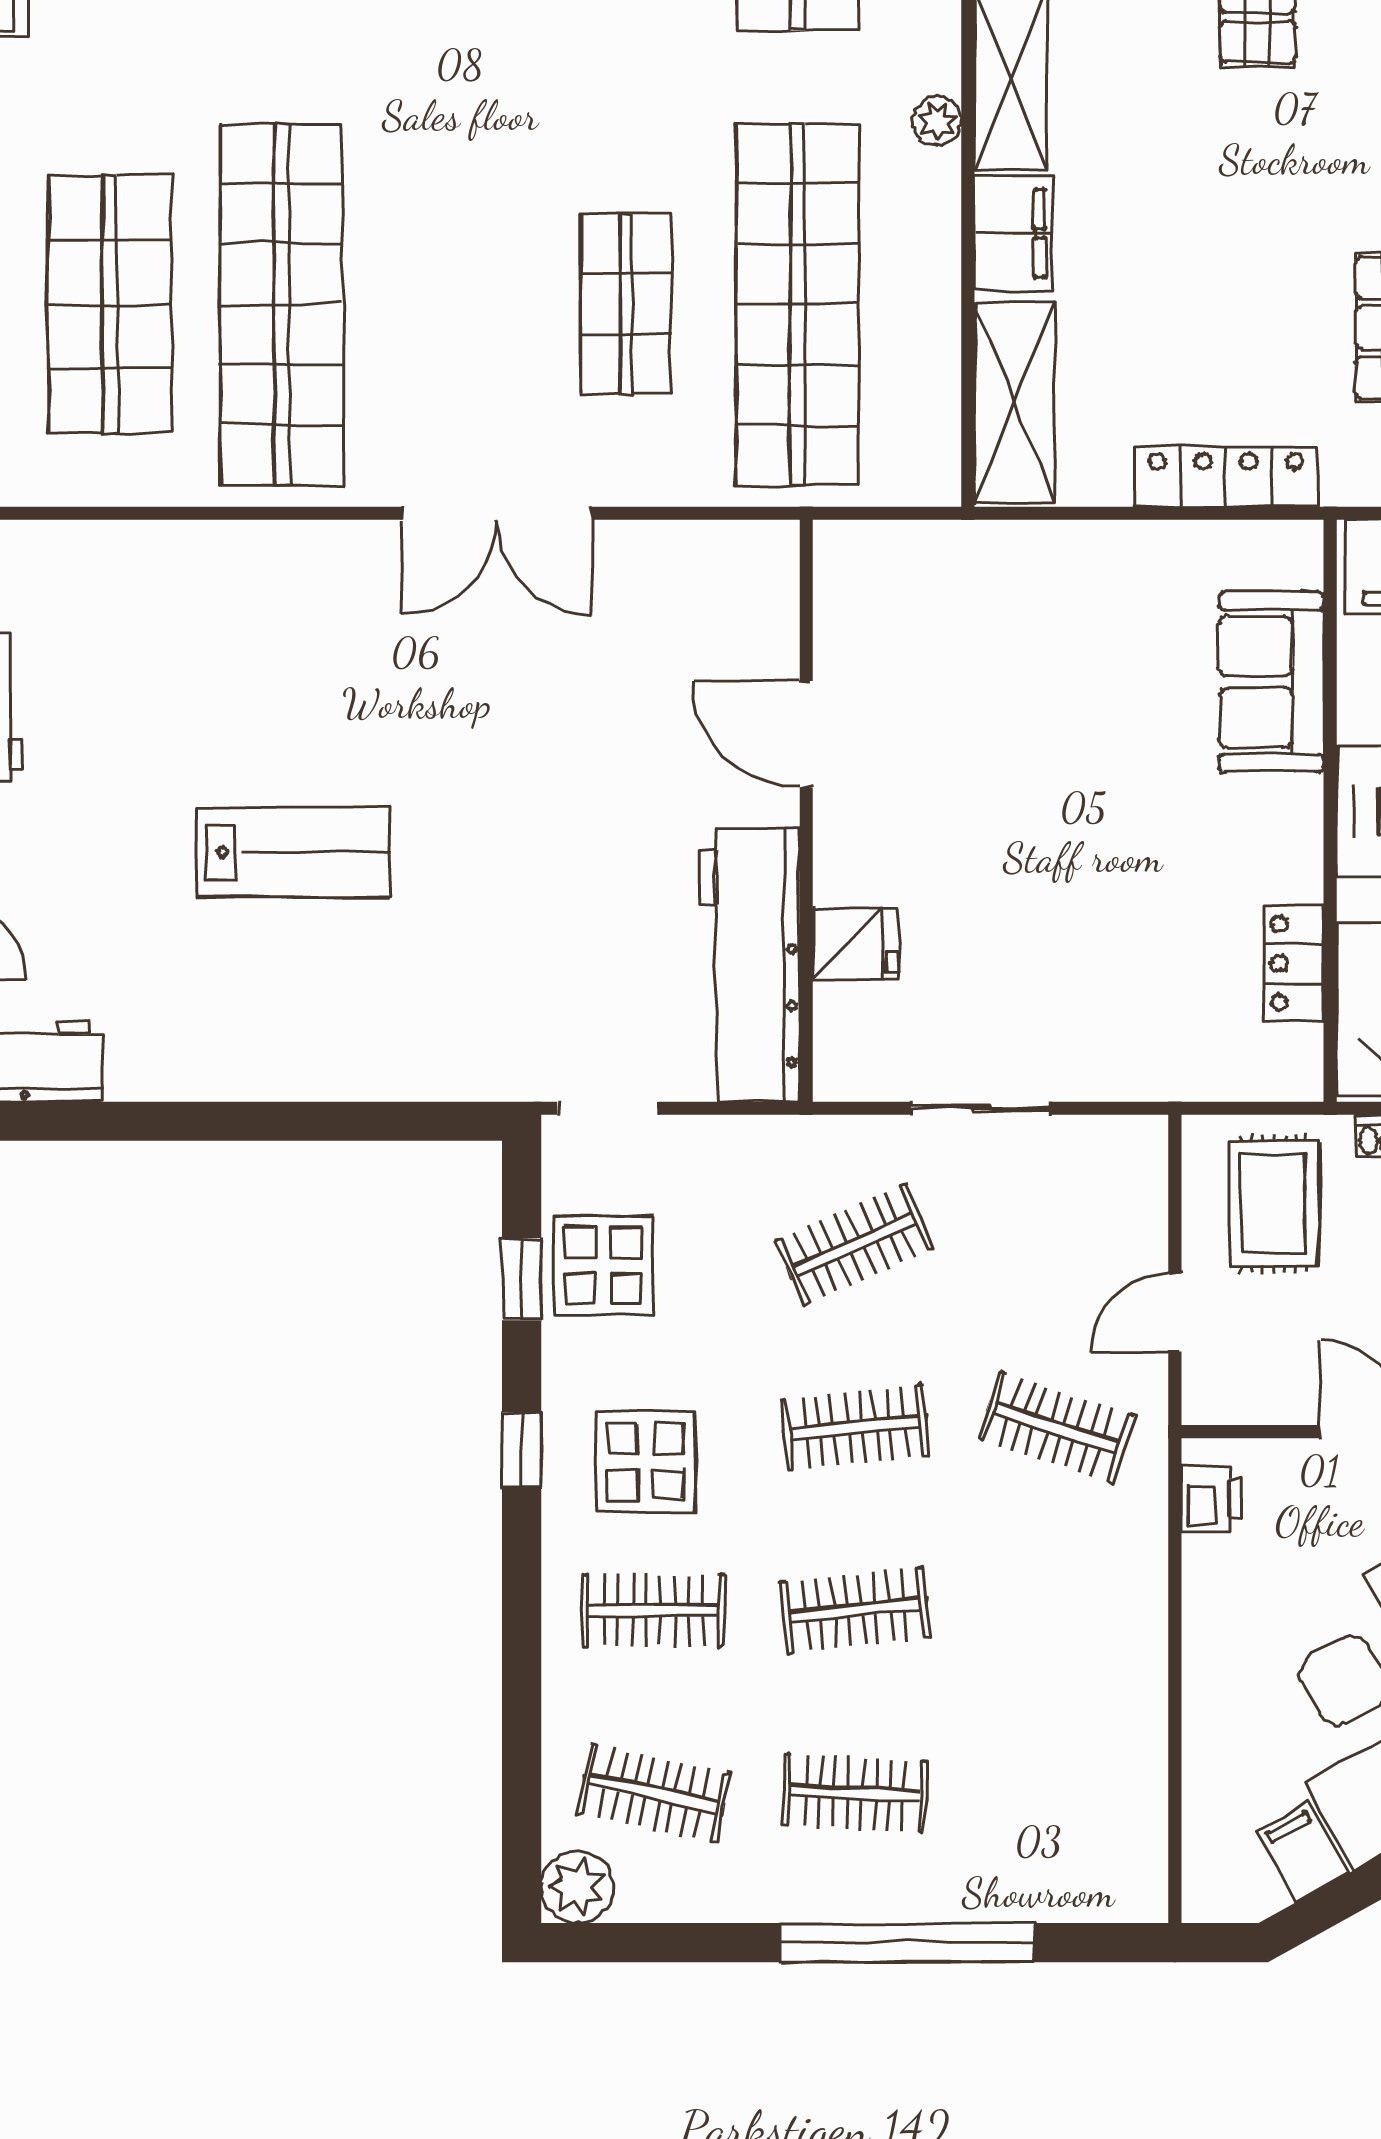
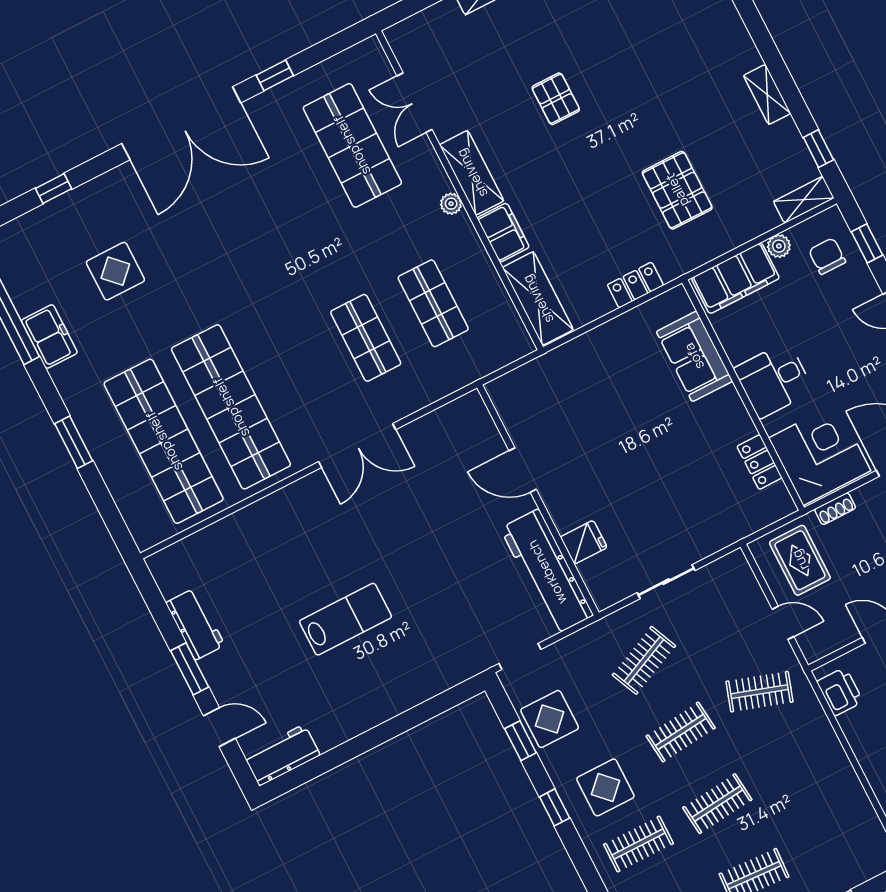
shop shelf: (110, 304) -> (164, 441), width x1.40
shop shelf: (798, 304) -> (433, 303), width x0.50, depth x0.74
locker: (1226, 476) -> (635, 285), width x0.66
door: (1175, 1313) -> (783, 623), swing flipped
printer: (1211, 1499) -> (840, 692), width x1.36, depth x1.24

